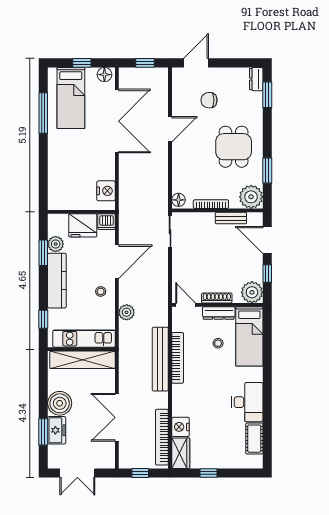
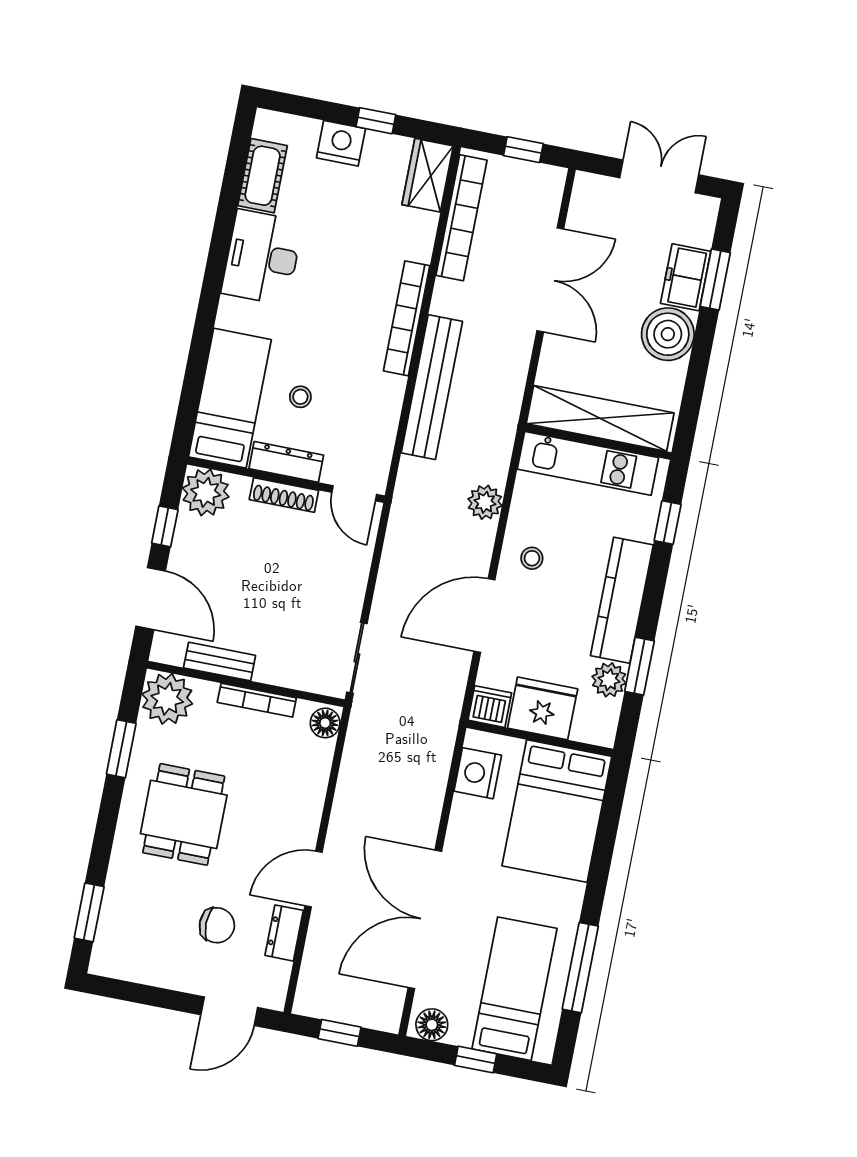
dresser: (256, 79) -> (284, 933), moved, turned 180
bed: (67, 181) -> (557, 811), added
bookcase: (178, 358) -> (407, 318), moved
nightstand: (180, 427) -> (341, 143), moved, turned -90

